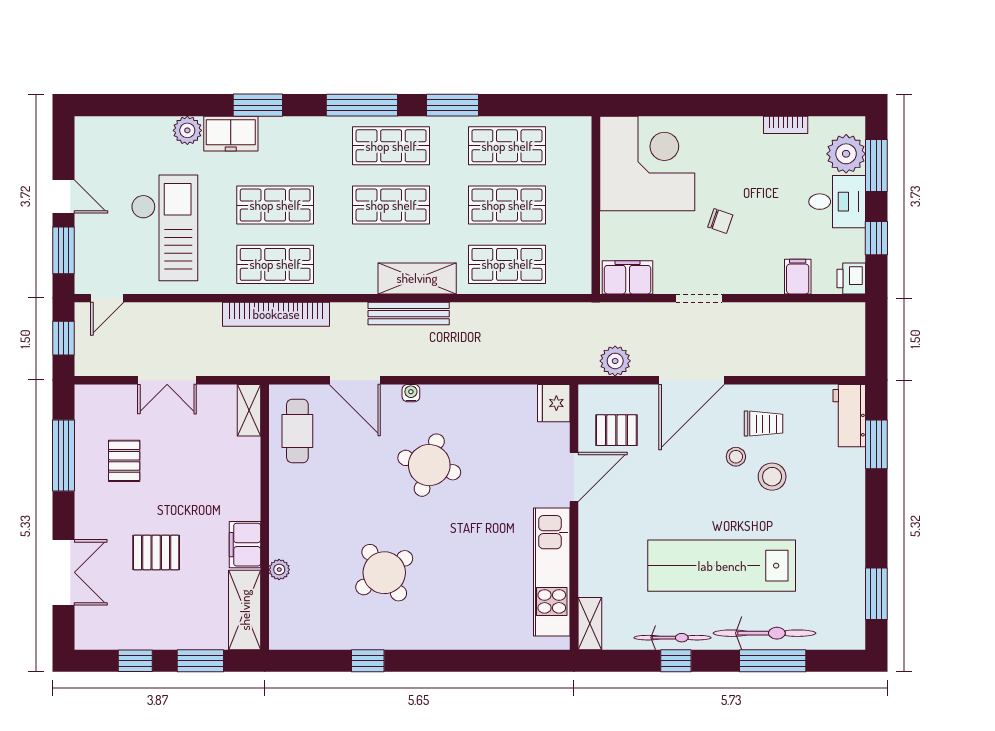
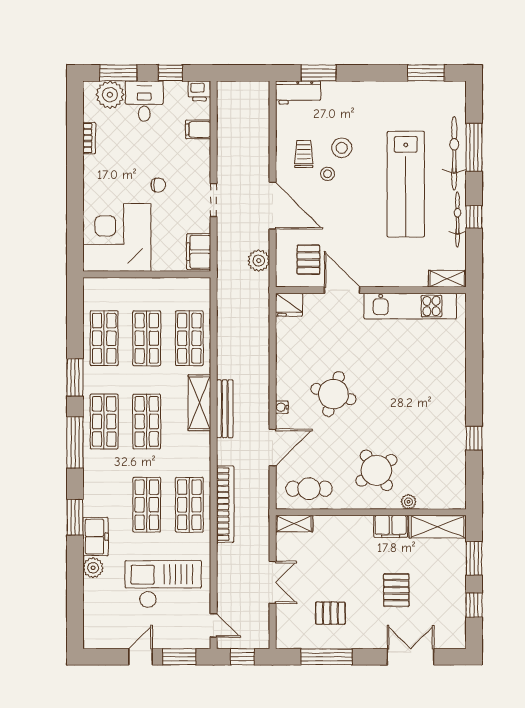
chair: (720, 221) -> (158, 185), turned 71
round table: (384, 573) -> (376, 470), moved

